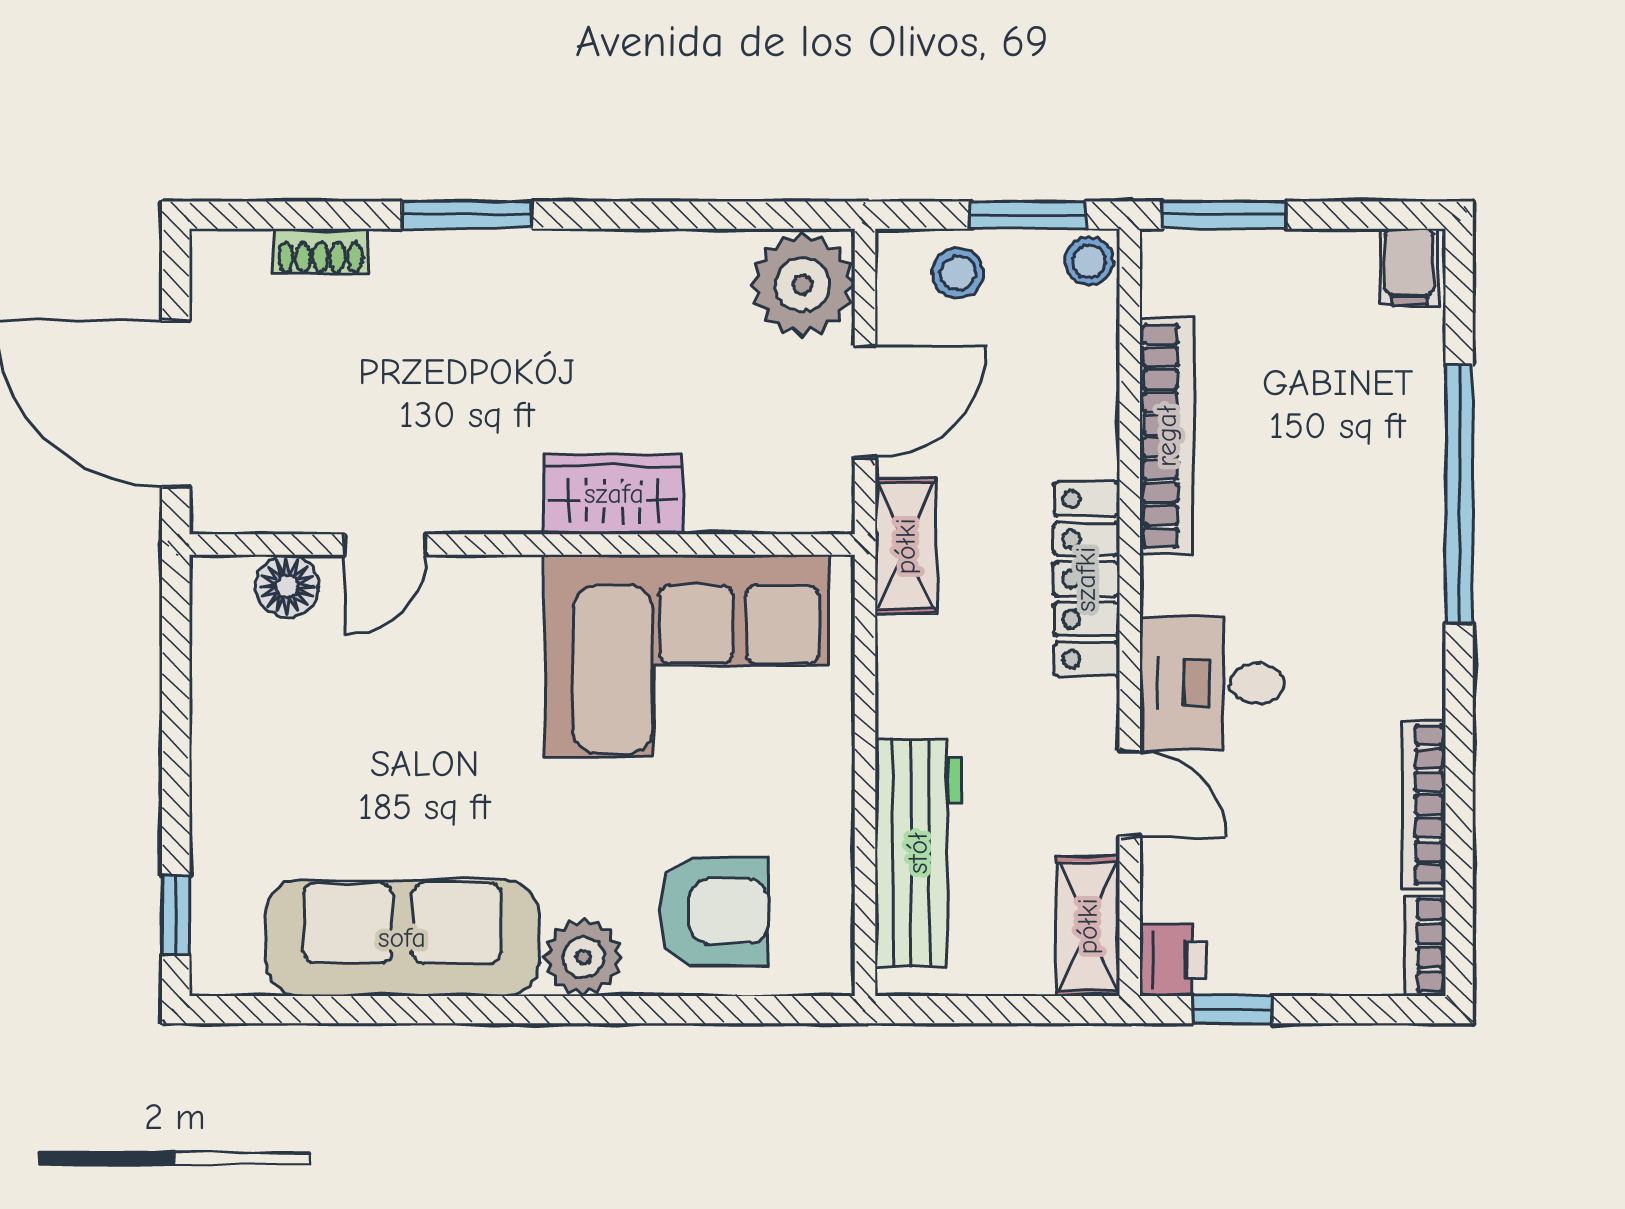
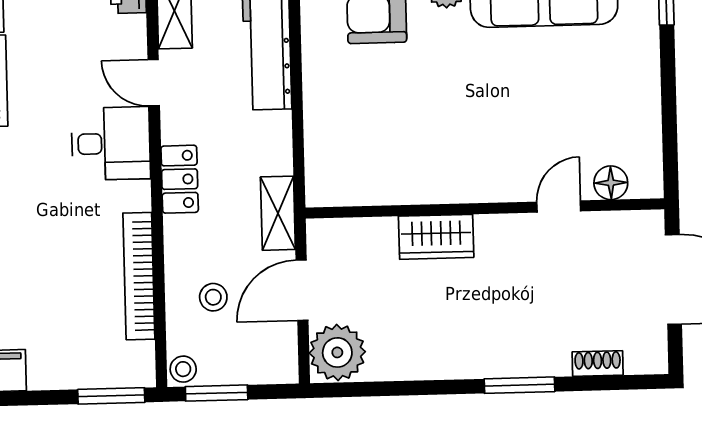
stool: (958, 273) -> (213, 297), moved
locker: (1086, 579) -> (180, 179), width x0.66
corner sofa: (687, 656) -> (394, 151), removed

